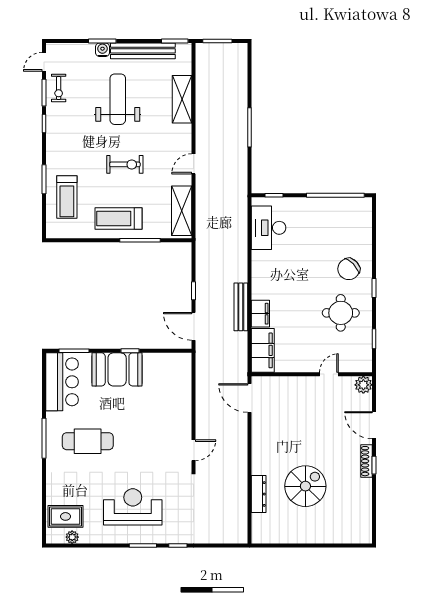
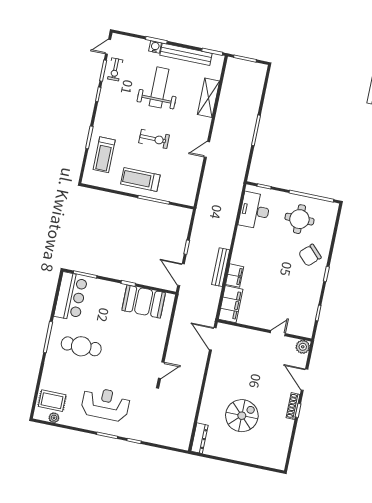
shelving: (182, 211) -> (190, 184), removed
round table: (341, 313) -> (299, 219), moved
booth: (117, 369) -> (144, 301), moved
dresser: (259, 494) -> (200, 438), moved

